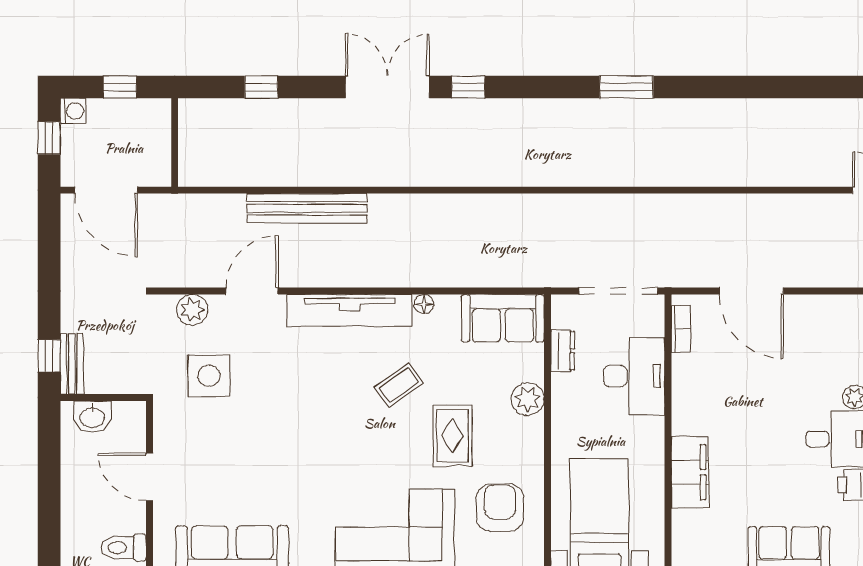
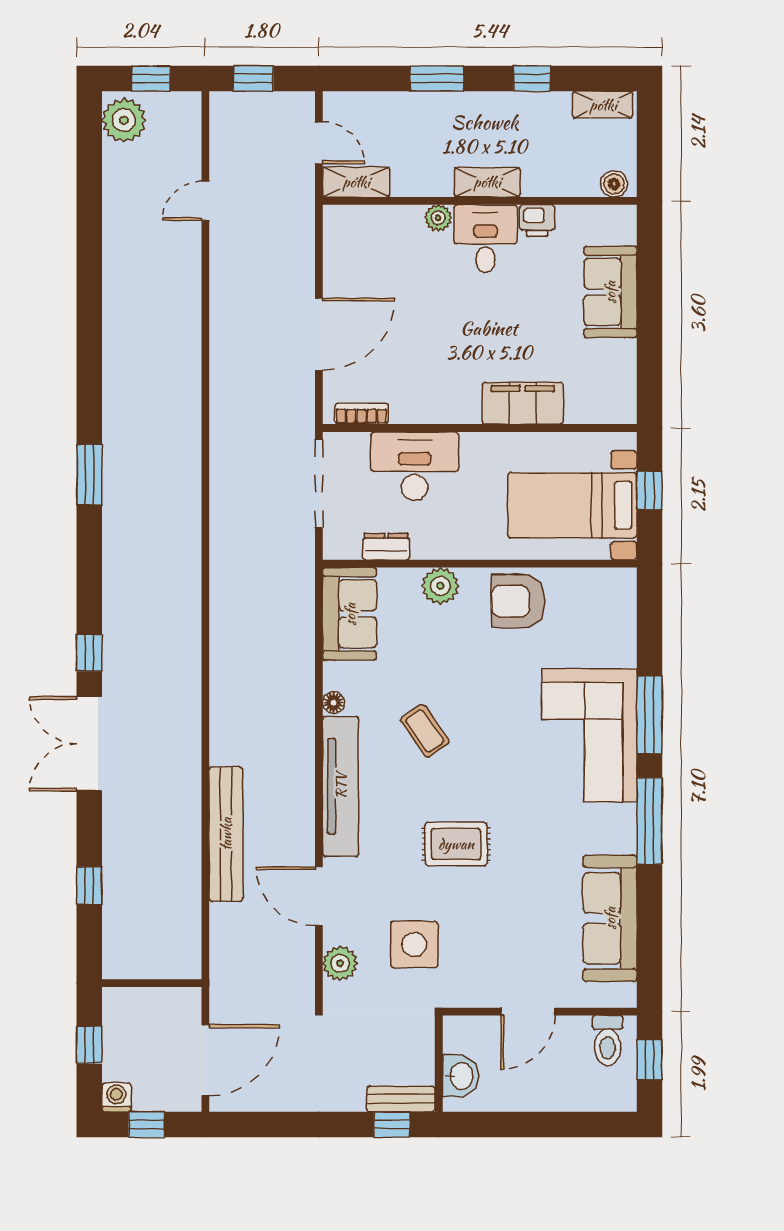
rug: (453, 436) -> (456, 844), moved
armchair: (500, 508) -> (518, 601), moved

